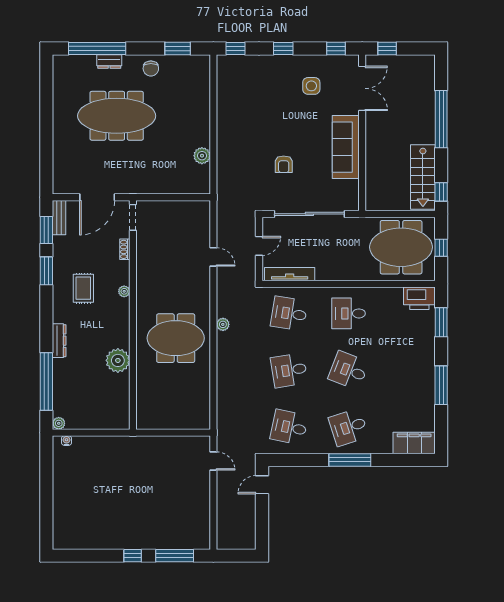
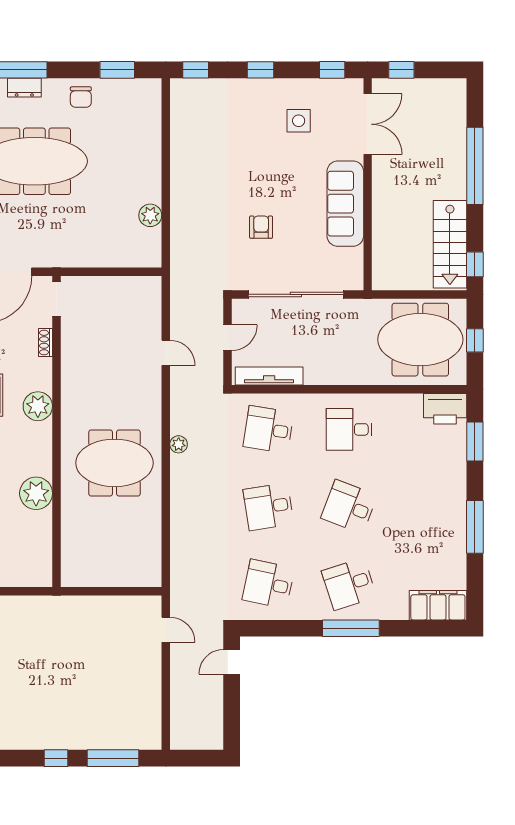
armchair: (284, 164) -> (261, 227), turned 180
plant: (124, 291) -> (38, 406), width x1.87, depth x1.87

